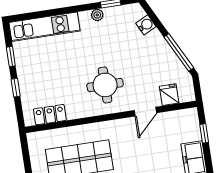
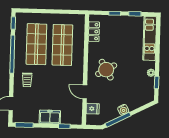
water cooler: (146, 25) -> (123, 110), moved
round table: (105, 85) -> (106, 70), turned -30

